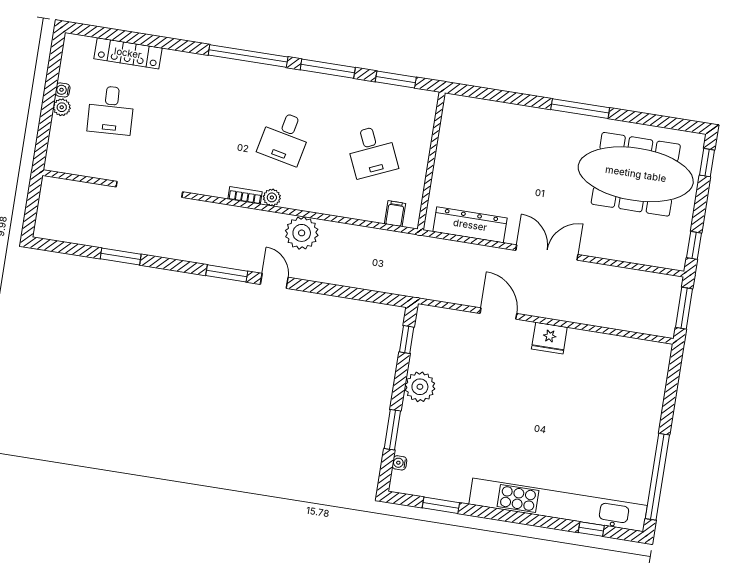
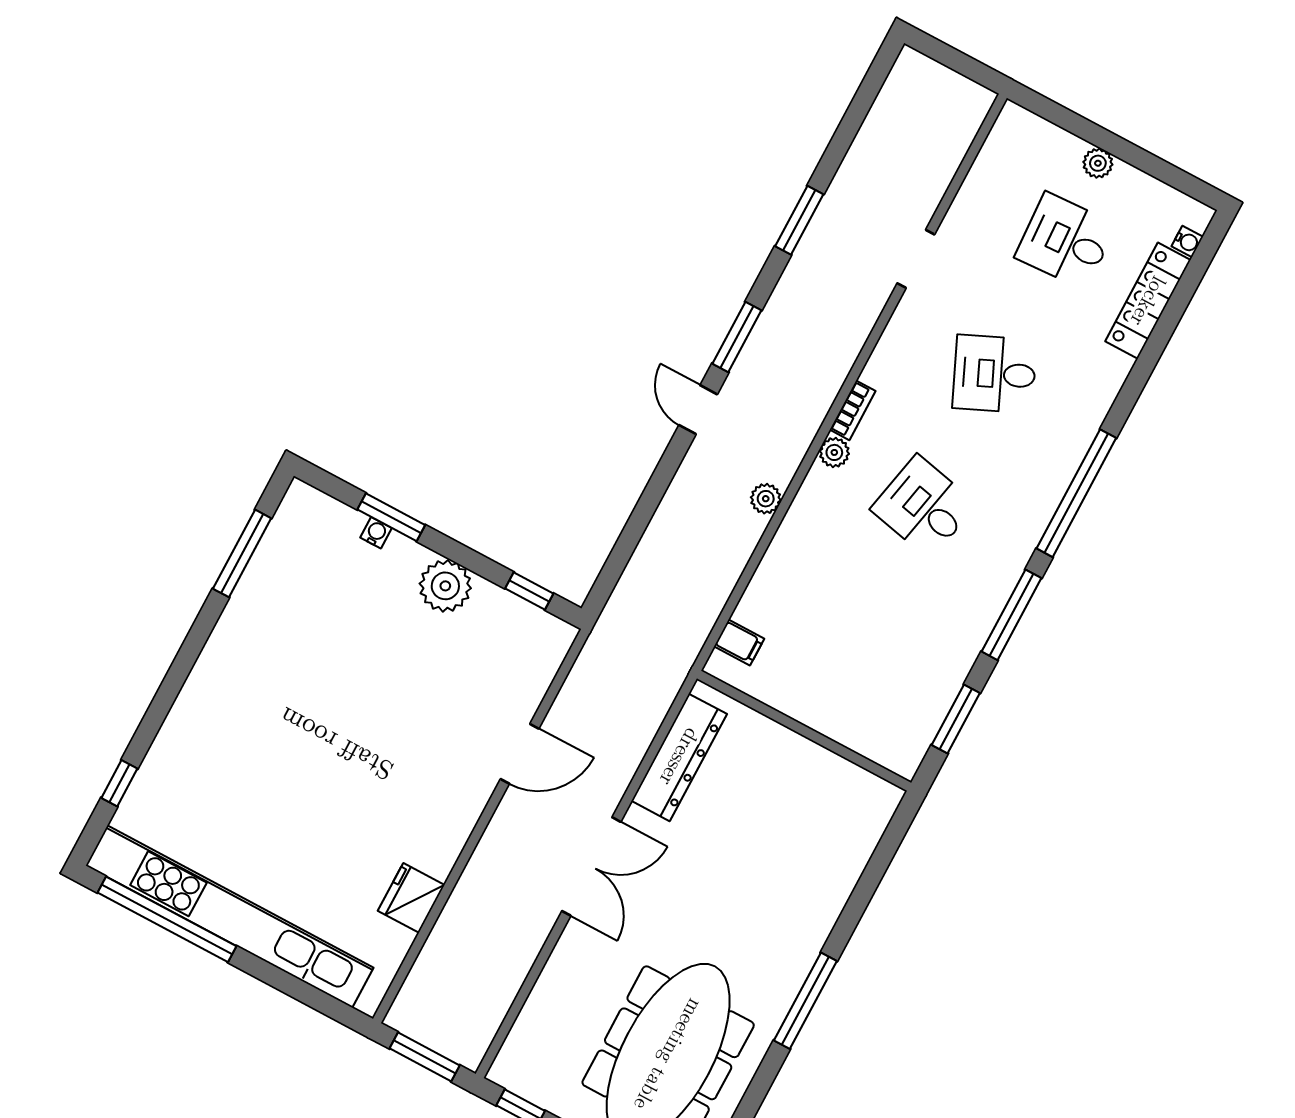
water cooler: (63, 90) -> (1187, 242), moved, turned 90
desk: (372, 152) -> (995, 374), moved
doorway: (149, 189) -> (916, 259), width x0.53
plant: (302, 233) -> (766, 499), width x0.53, depth x0.53
window: (121, 257) -> (799, 220), moved
door: (274, 281) -> (698, 410), swing flipped
fridge: (549, 338) -> (411, 898), moved
water cooler: (399, 463) -> (376, 533), moved
window: (441, 505) -> (242, 553), width x1.44
kitchen unit: (558, 505) -> (230, 917), moved, turned -90

